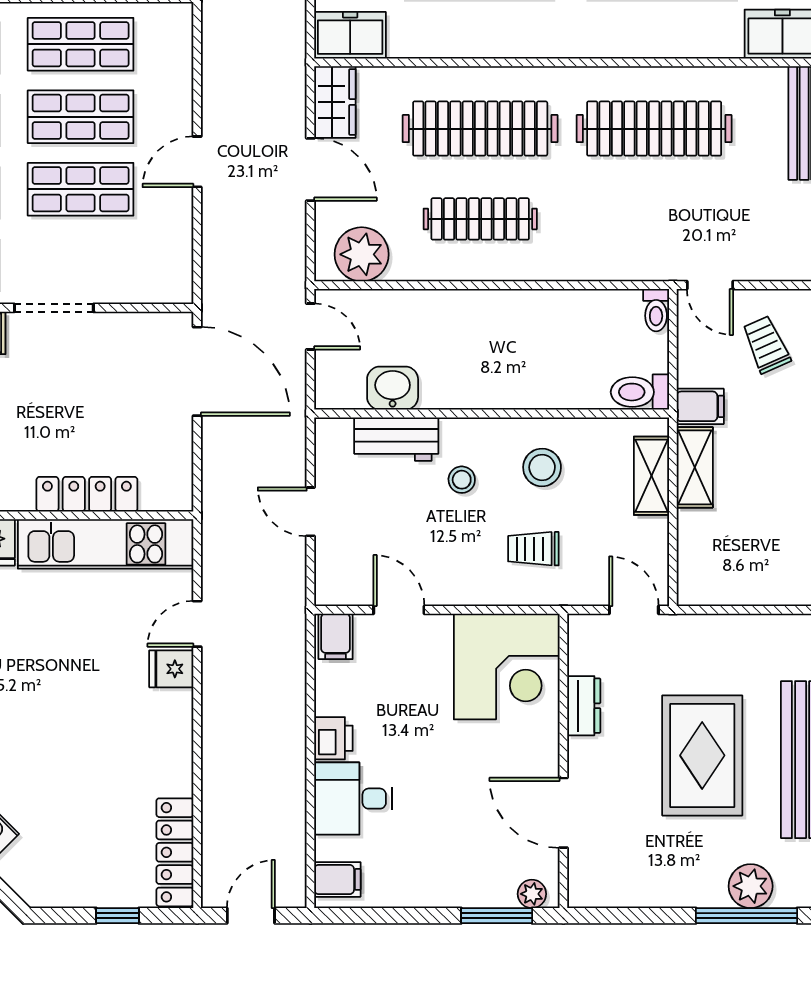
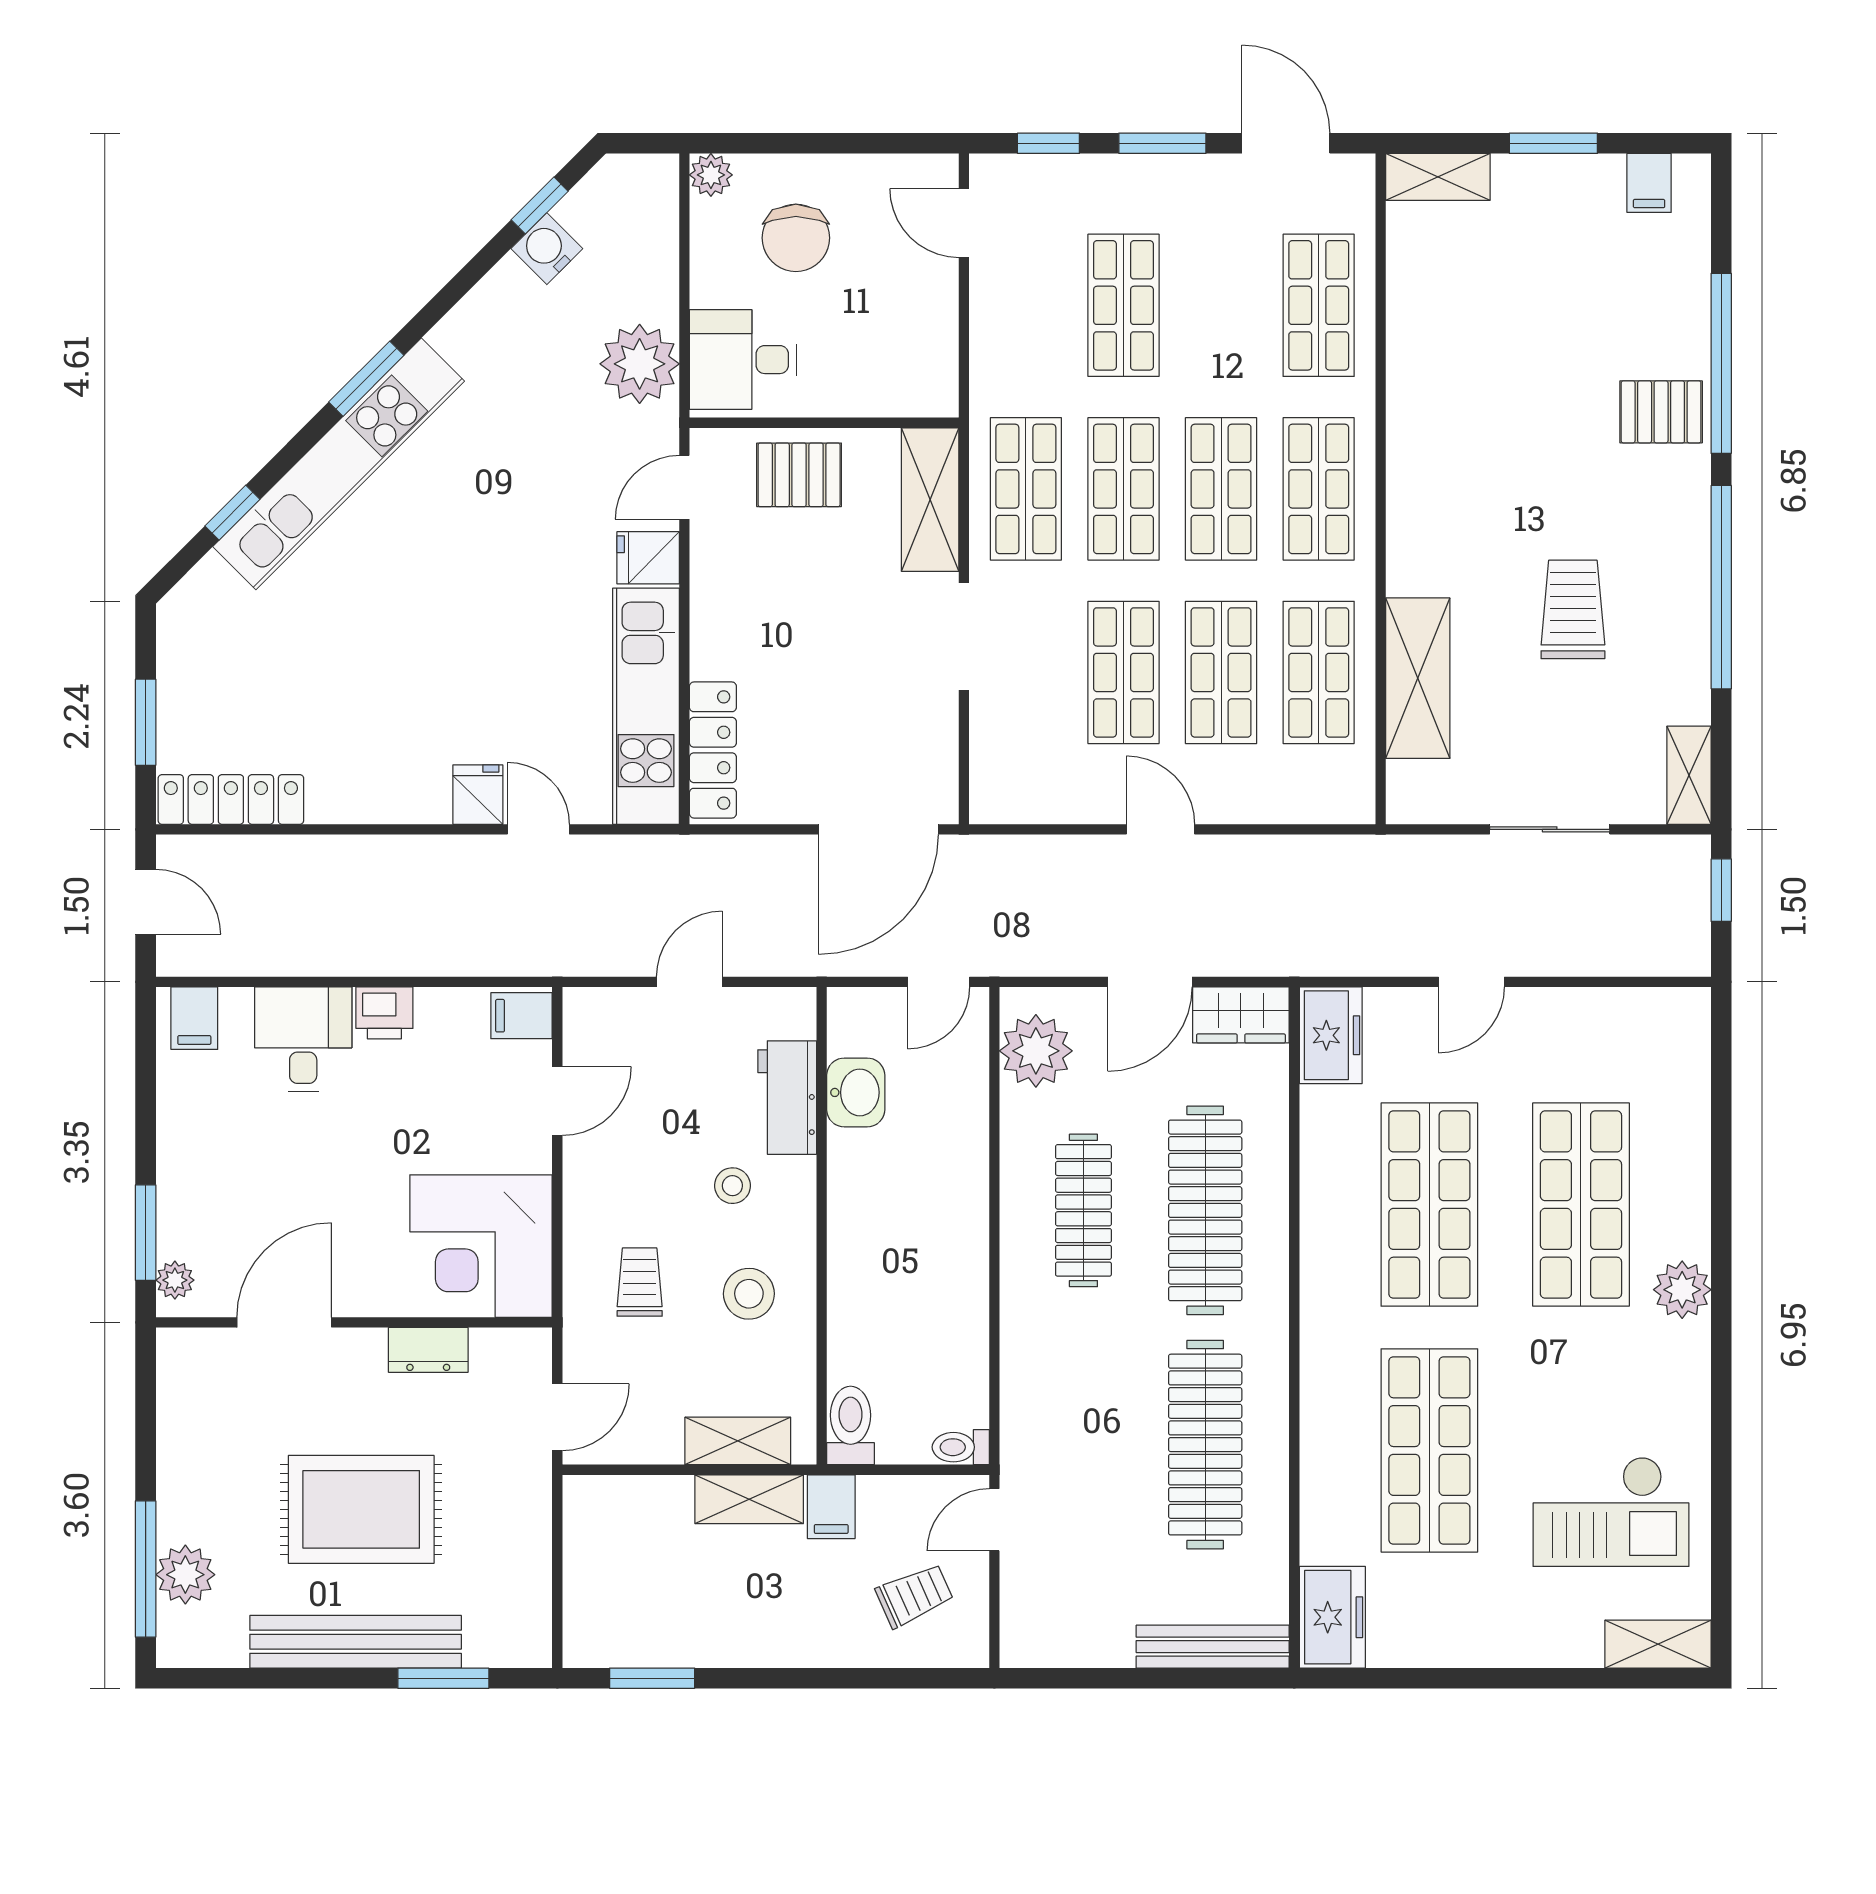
locker: (87, 494) -> (713, 750), moved
window: (118, 916) -> (146, 722), width x1.50

